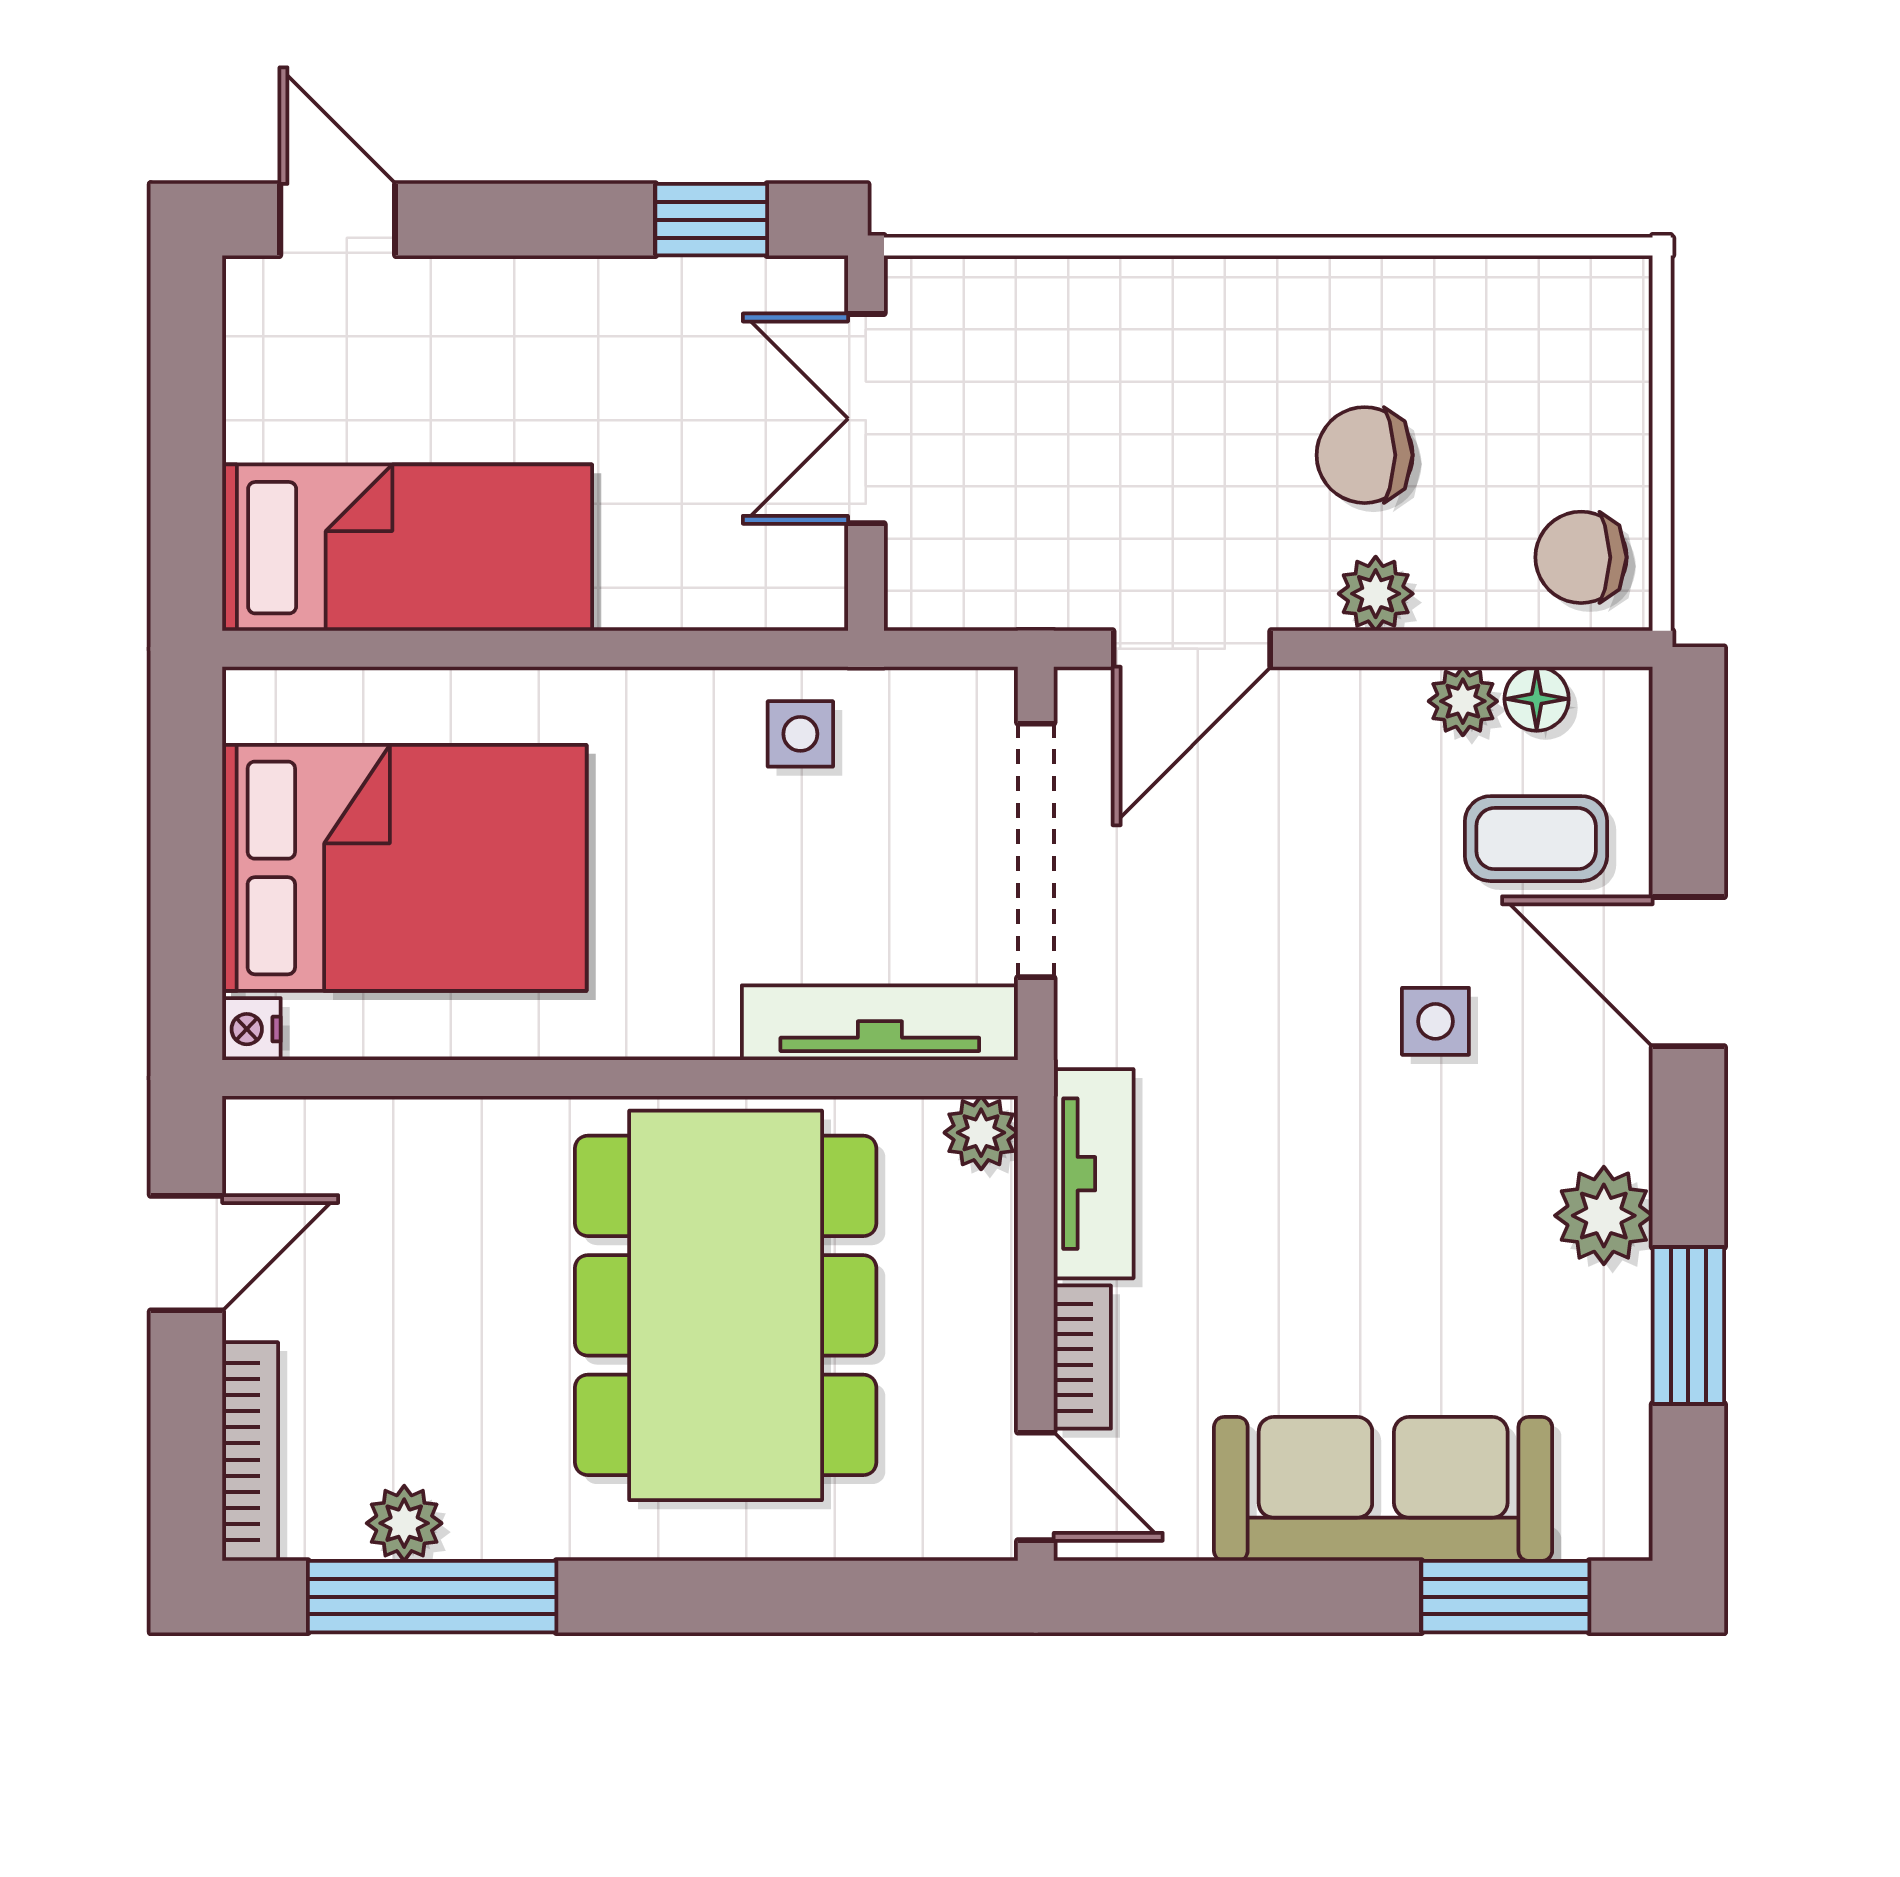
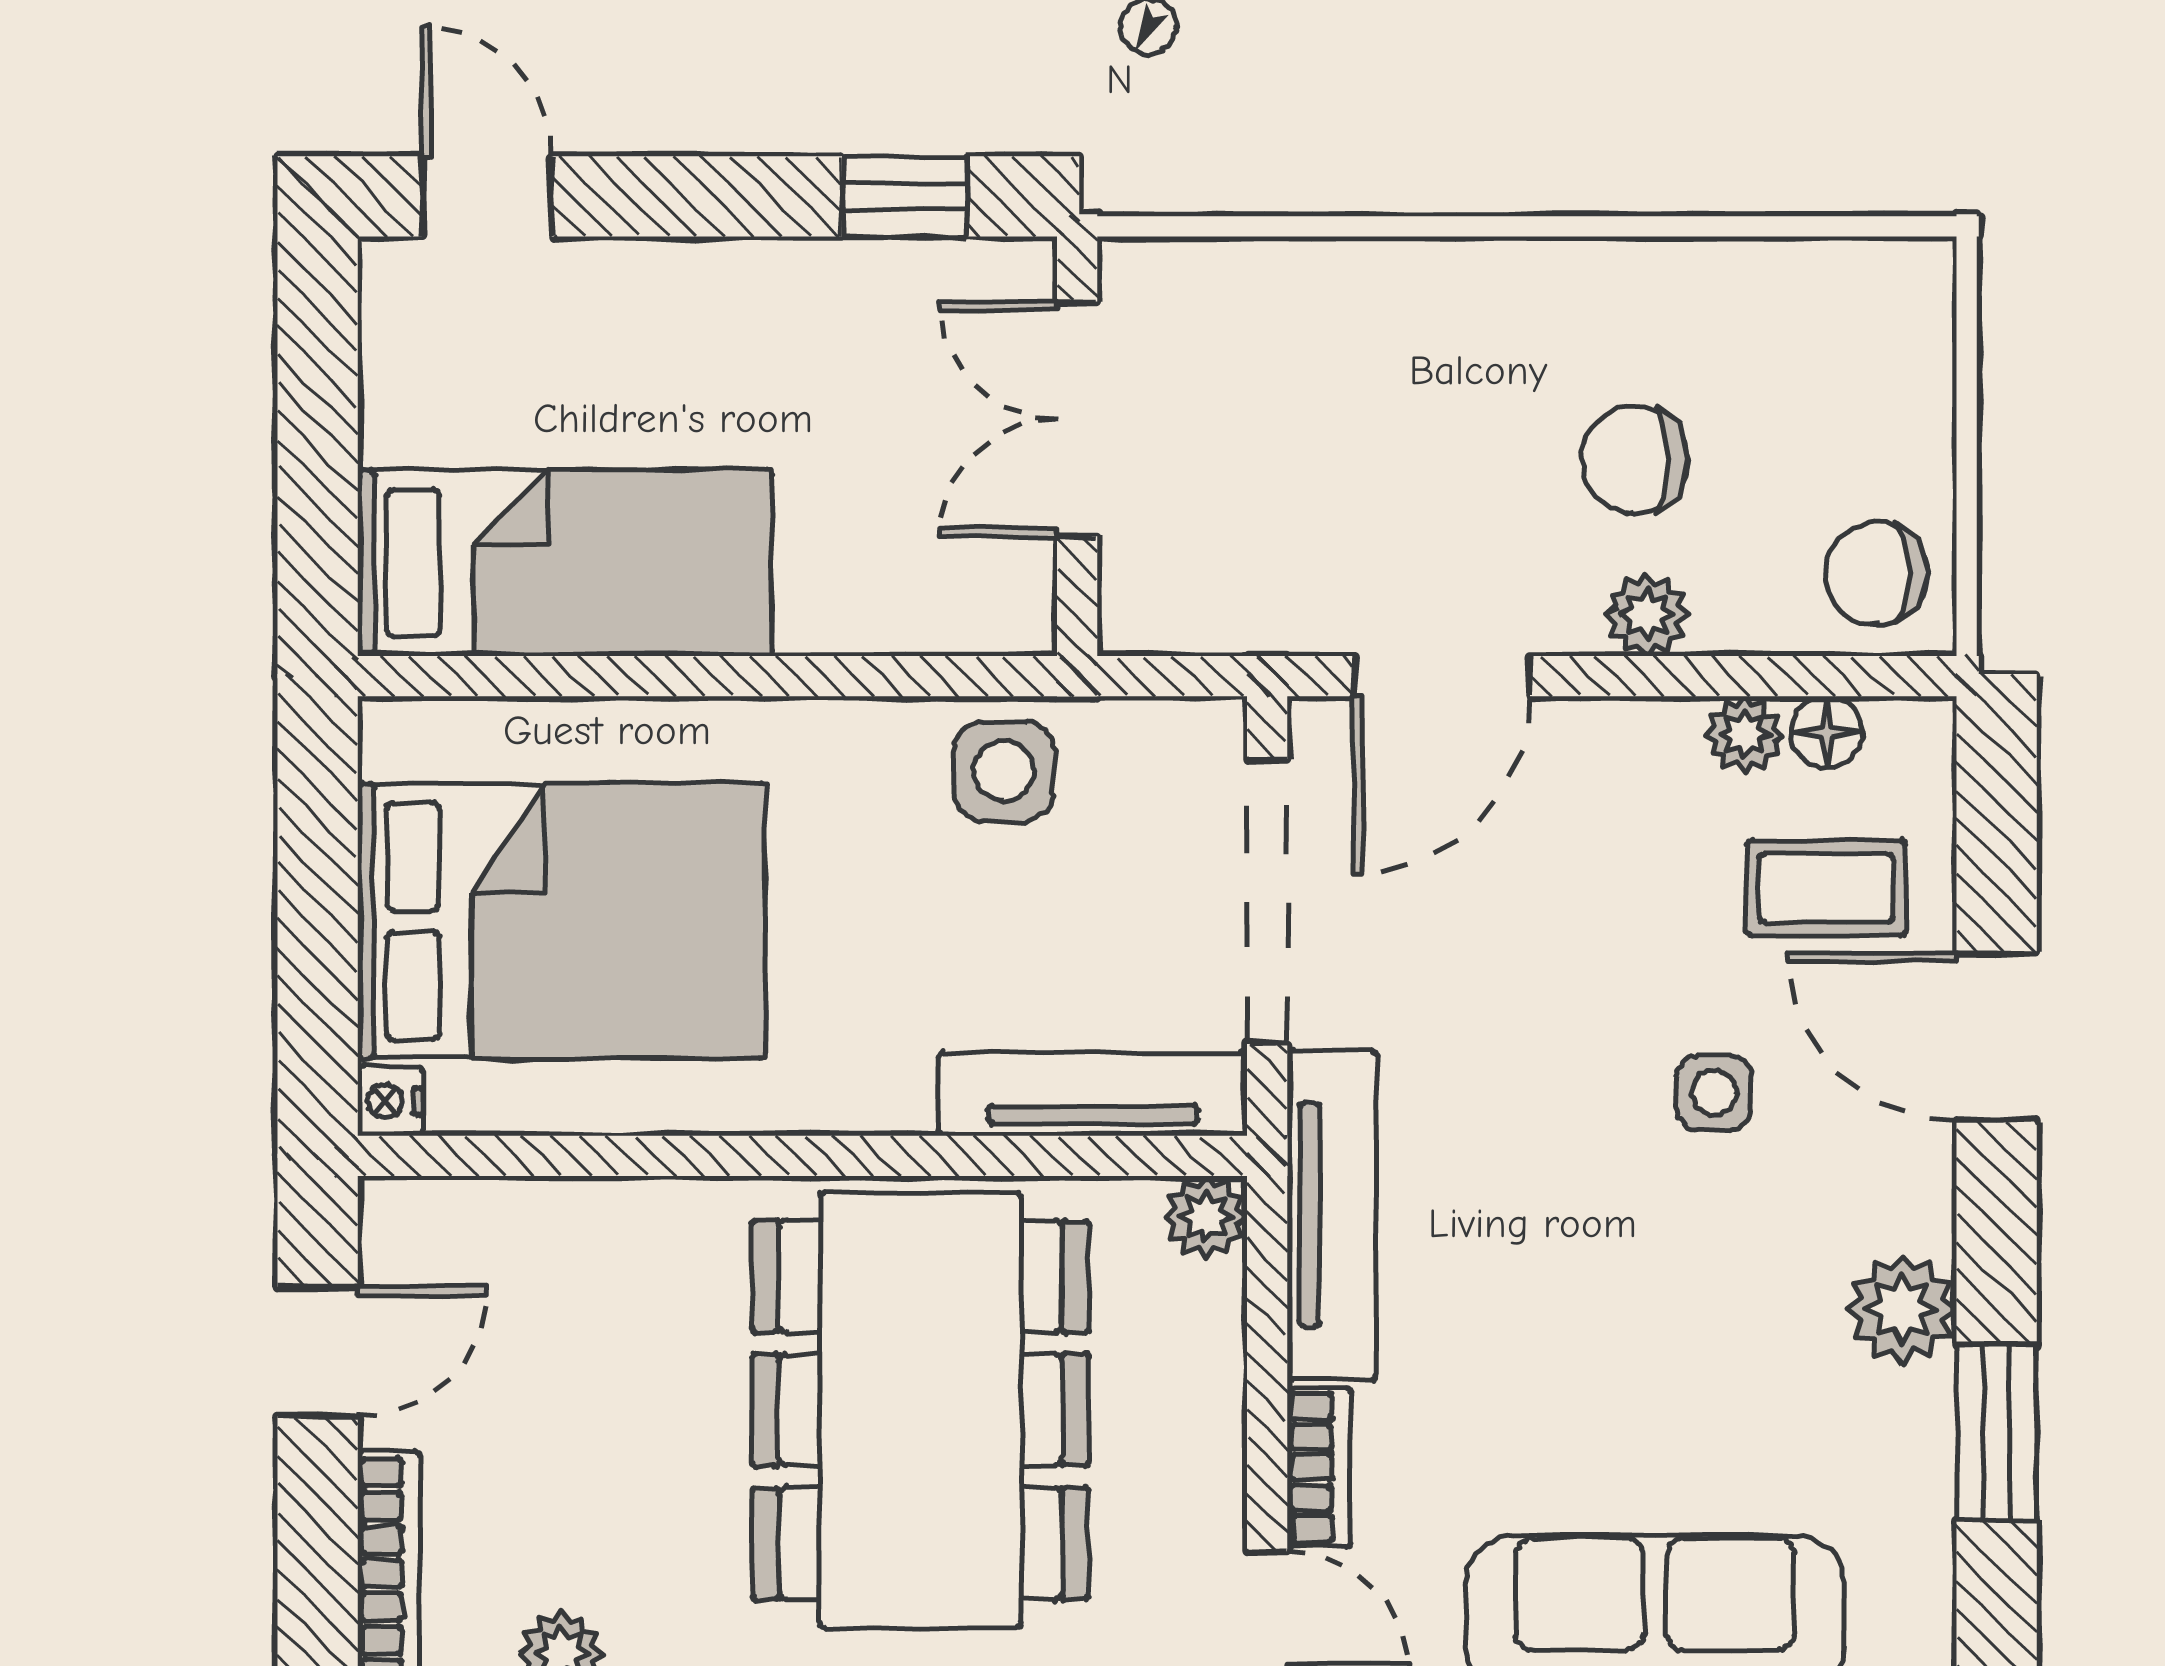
side table: (800, 734) -> (1004, 771), width x1.37, depth x1.37
tv unit: (1094, 1174) -> (1332, 1215), width x1.41

